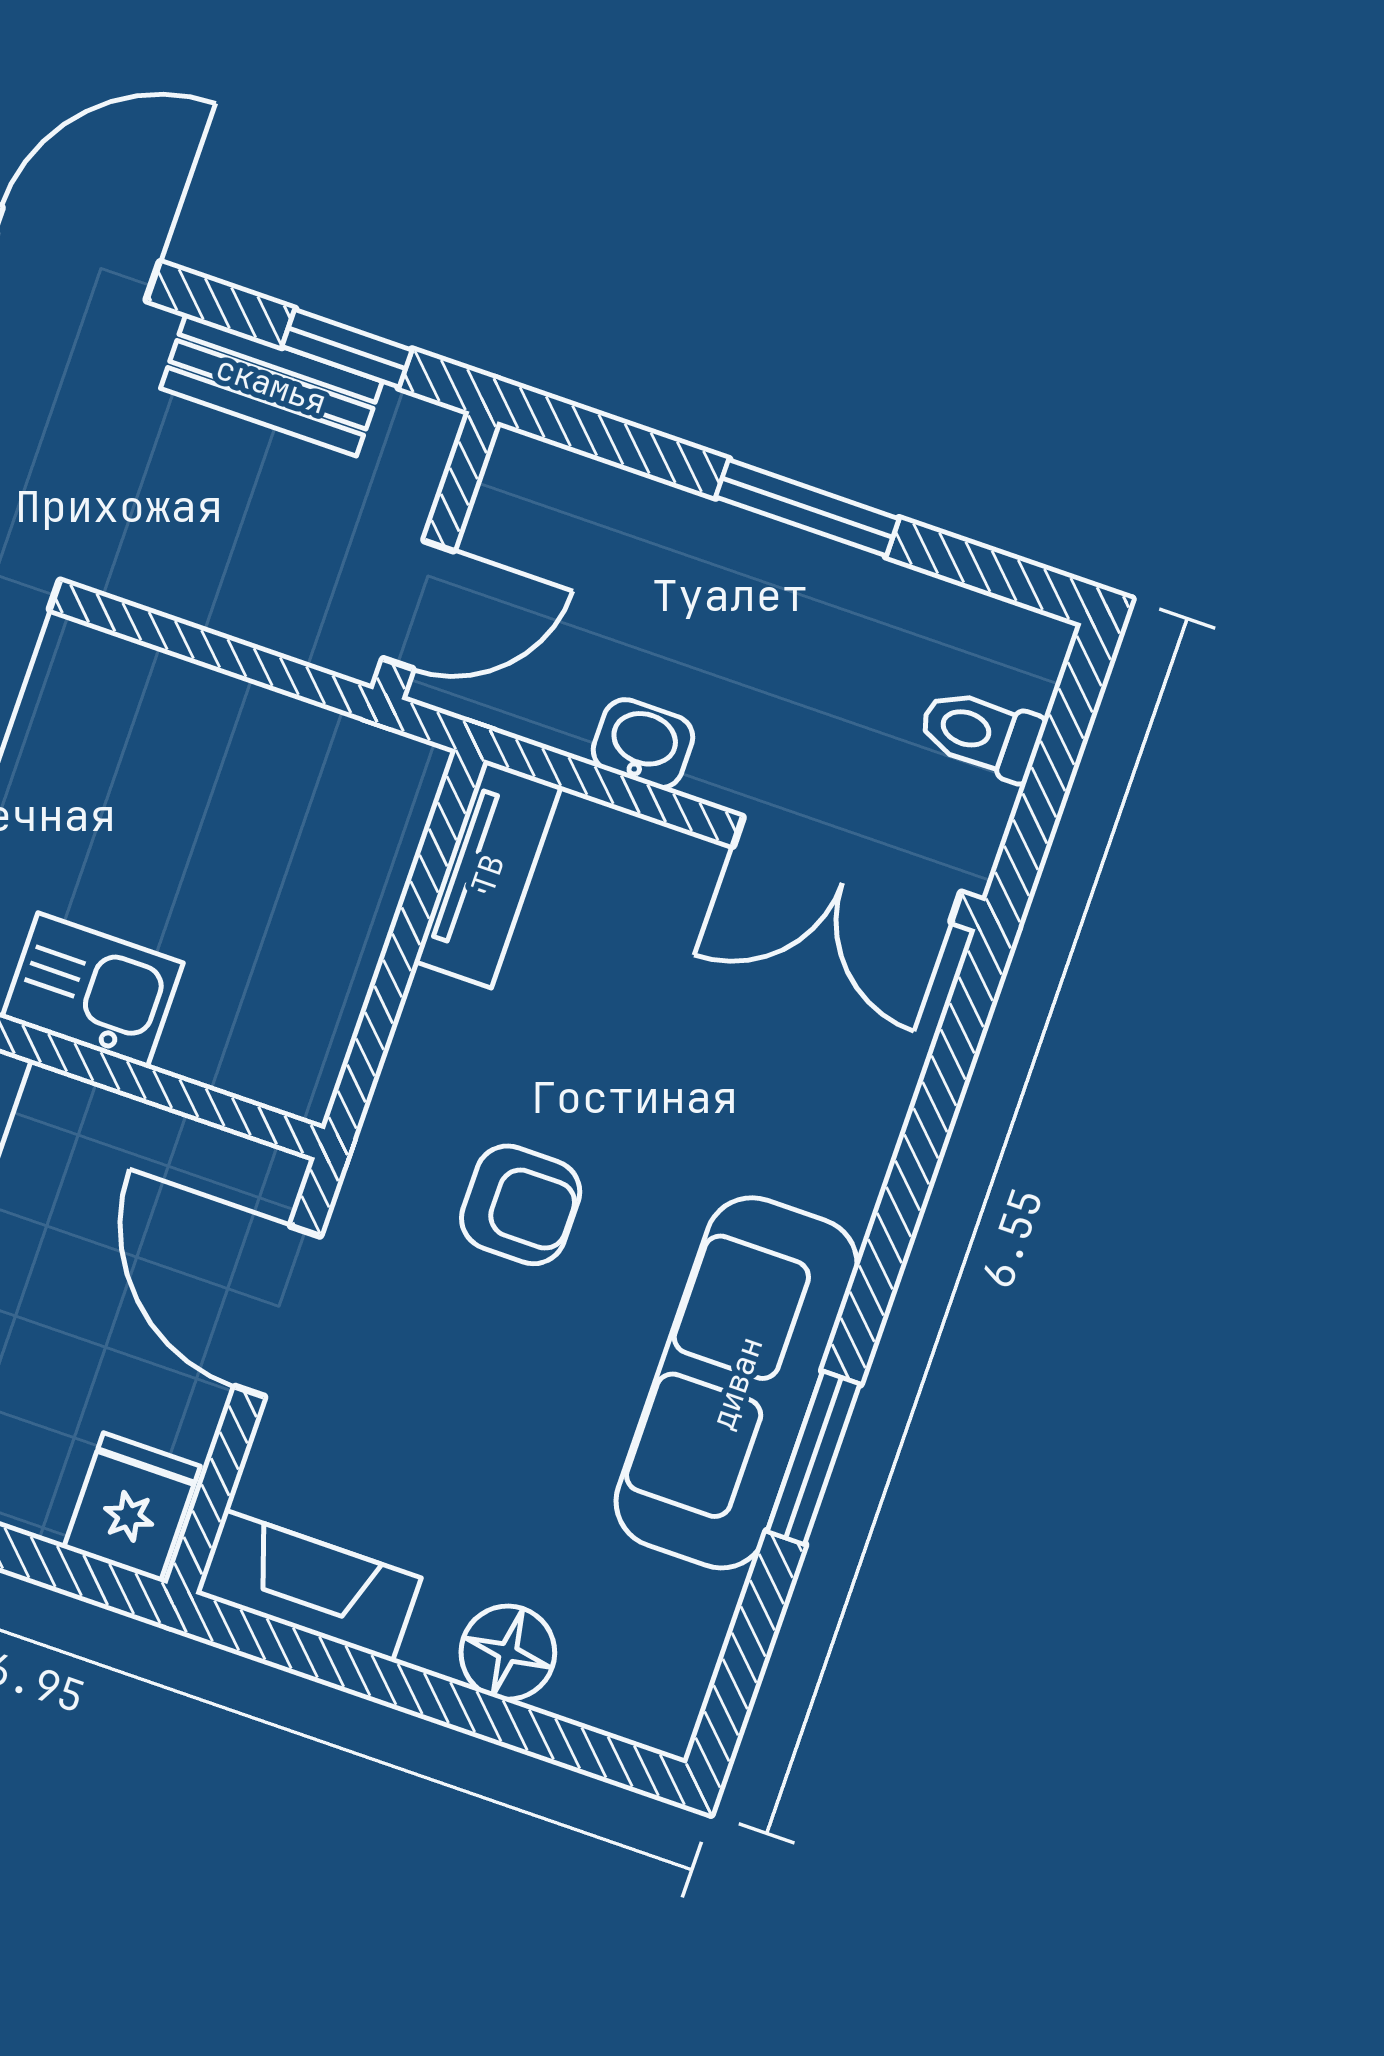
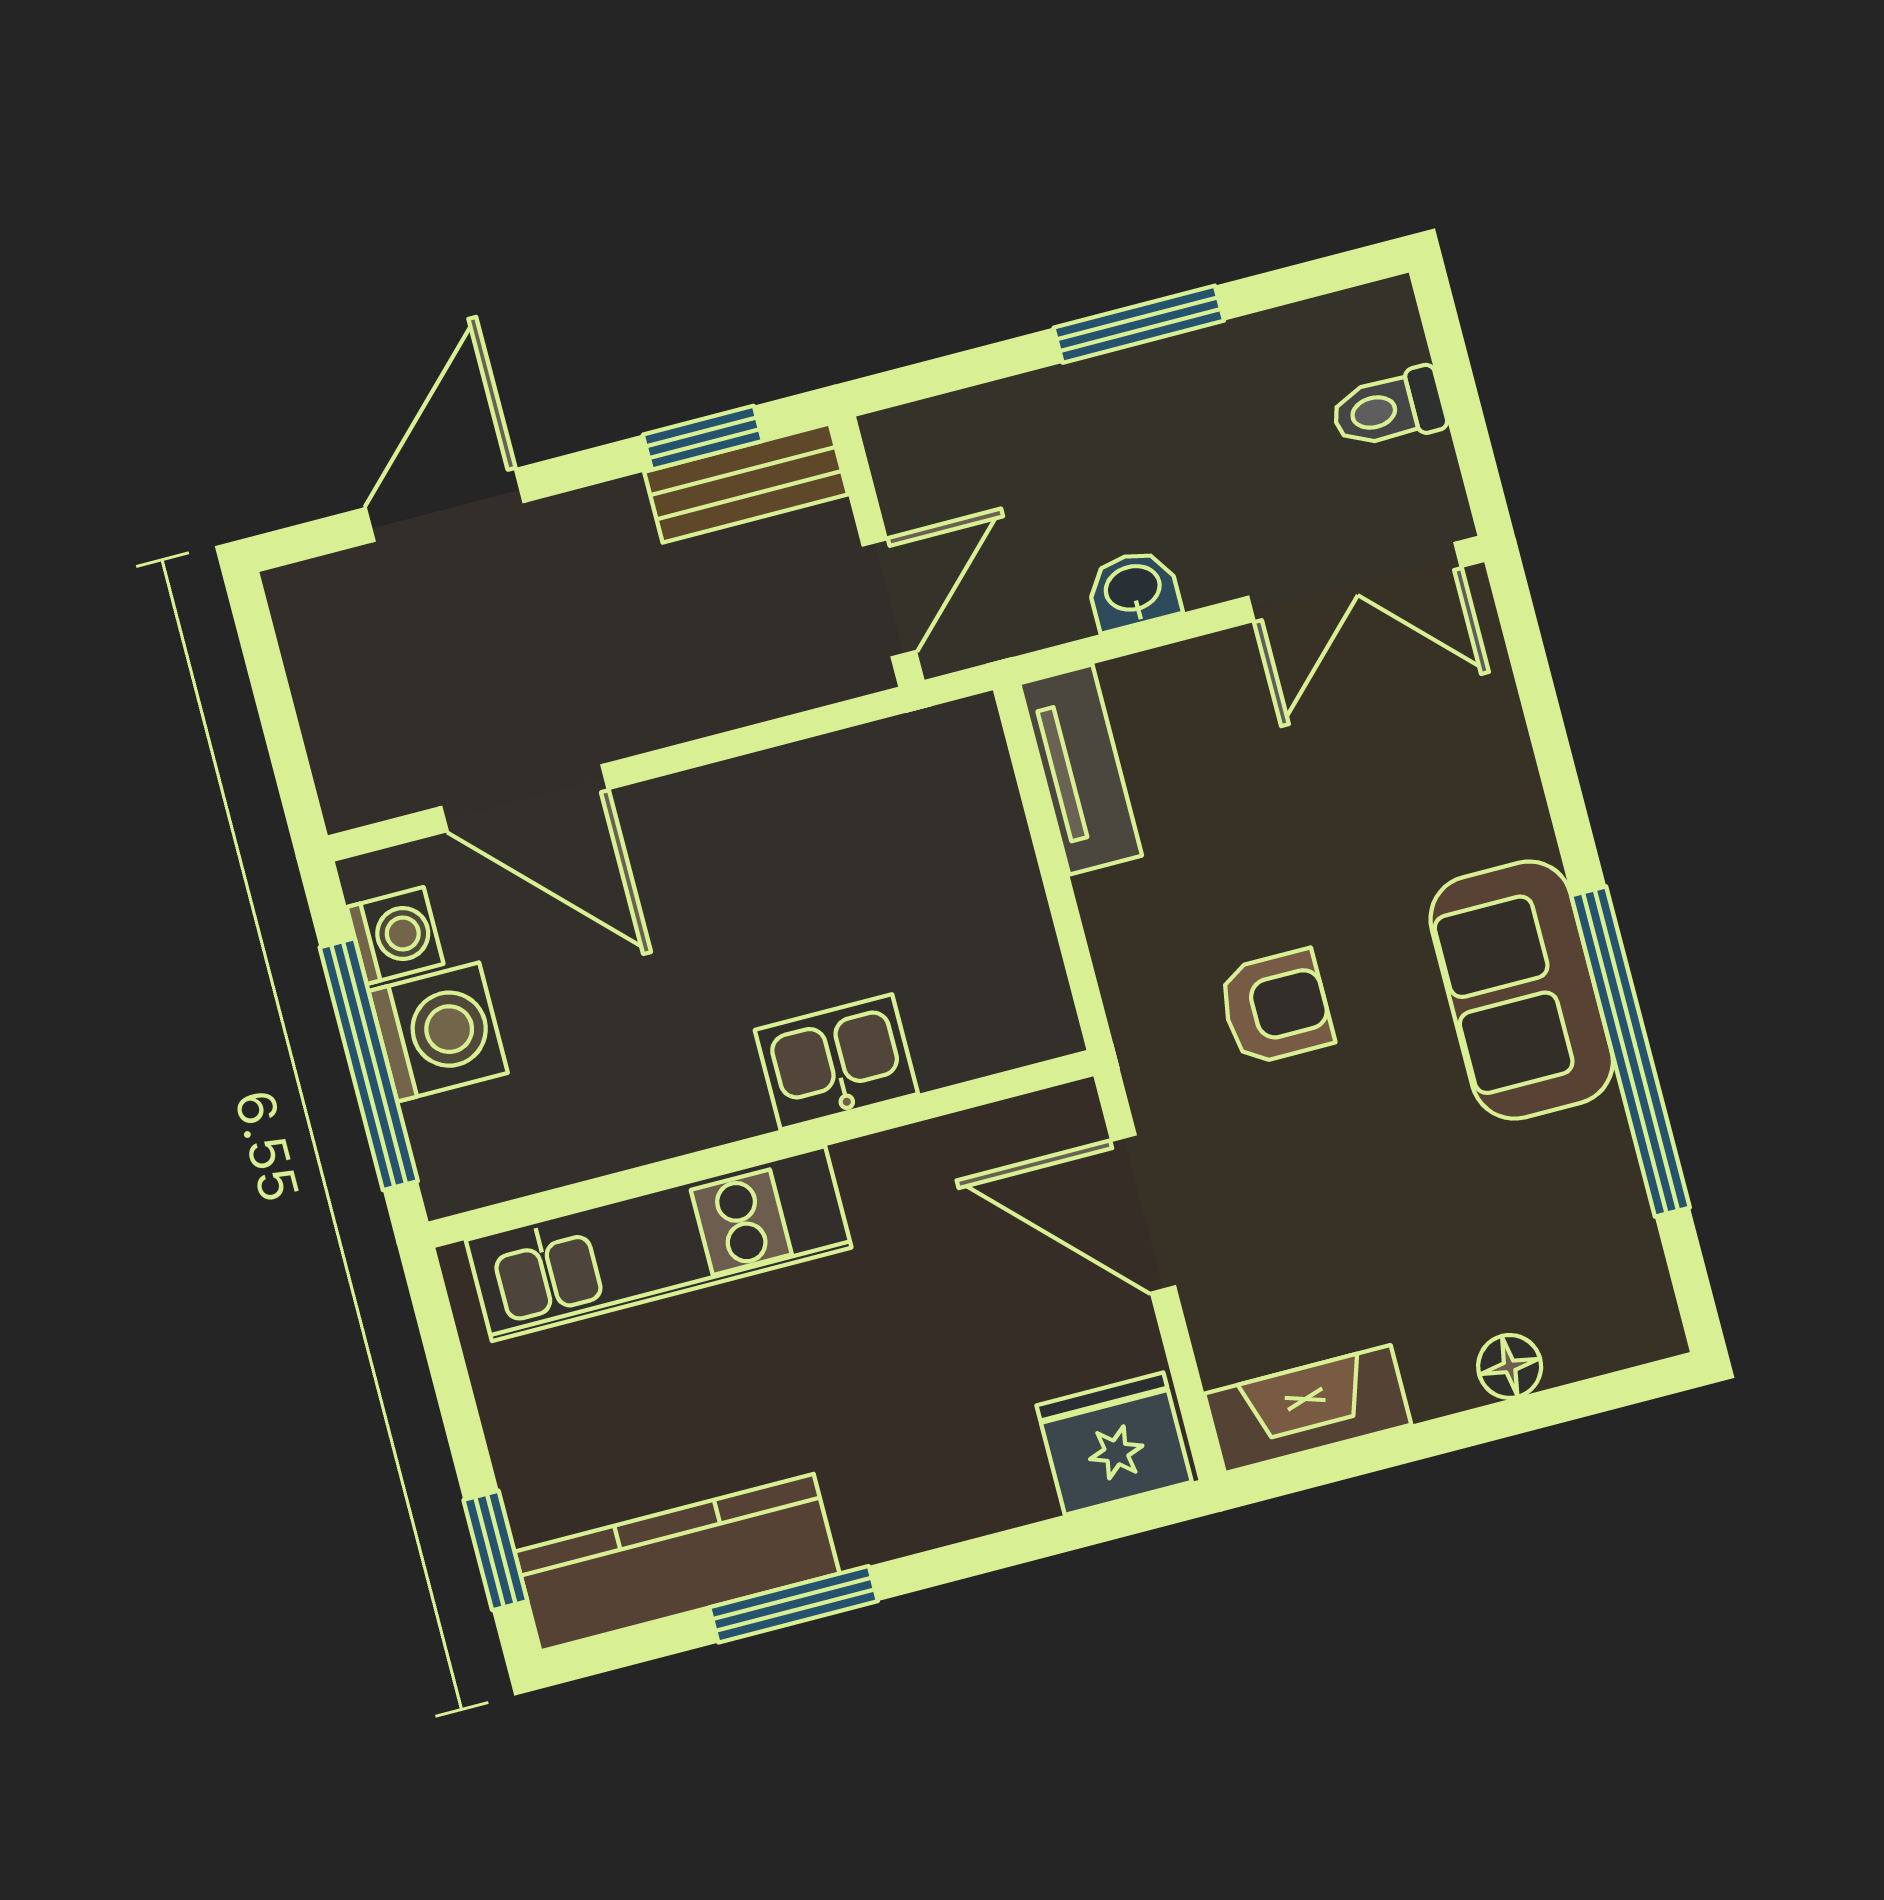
bench: (271, 385) -> (746, 483), moved
sofa: (737, 1383) -> (1522, 990), width x0.73
window: (814, 1458) -> (1631, 1051), width x2.11
fridge: (132, 1507) -> (1114, 1444), width x1.38
floor lamp: (508, 1653) -> (1510, 1366), width x0.73, depth x0.73

